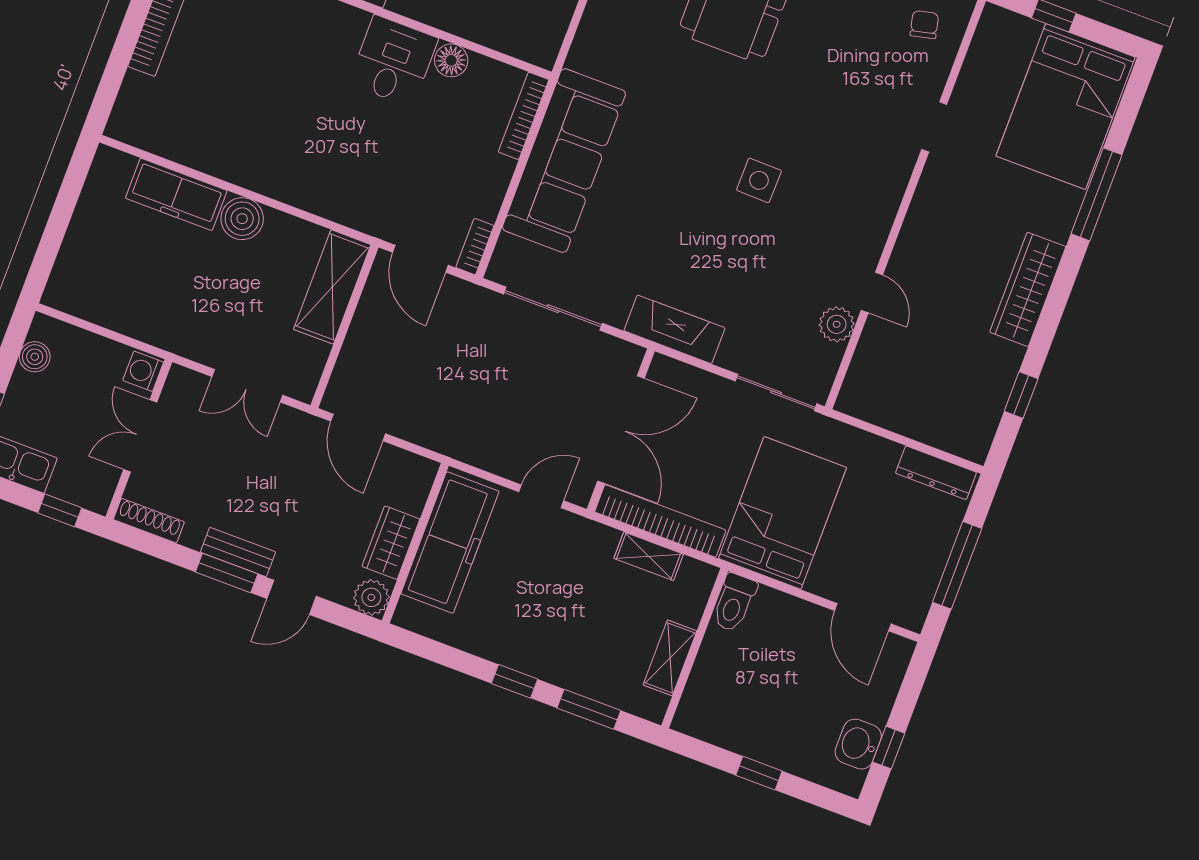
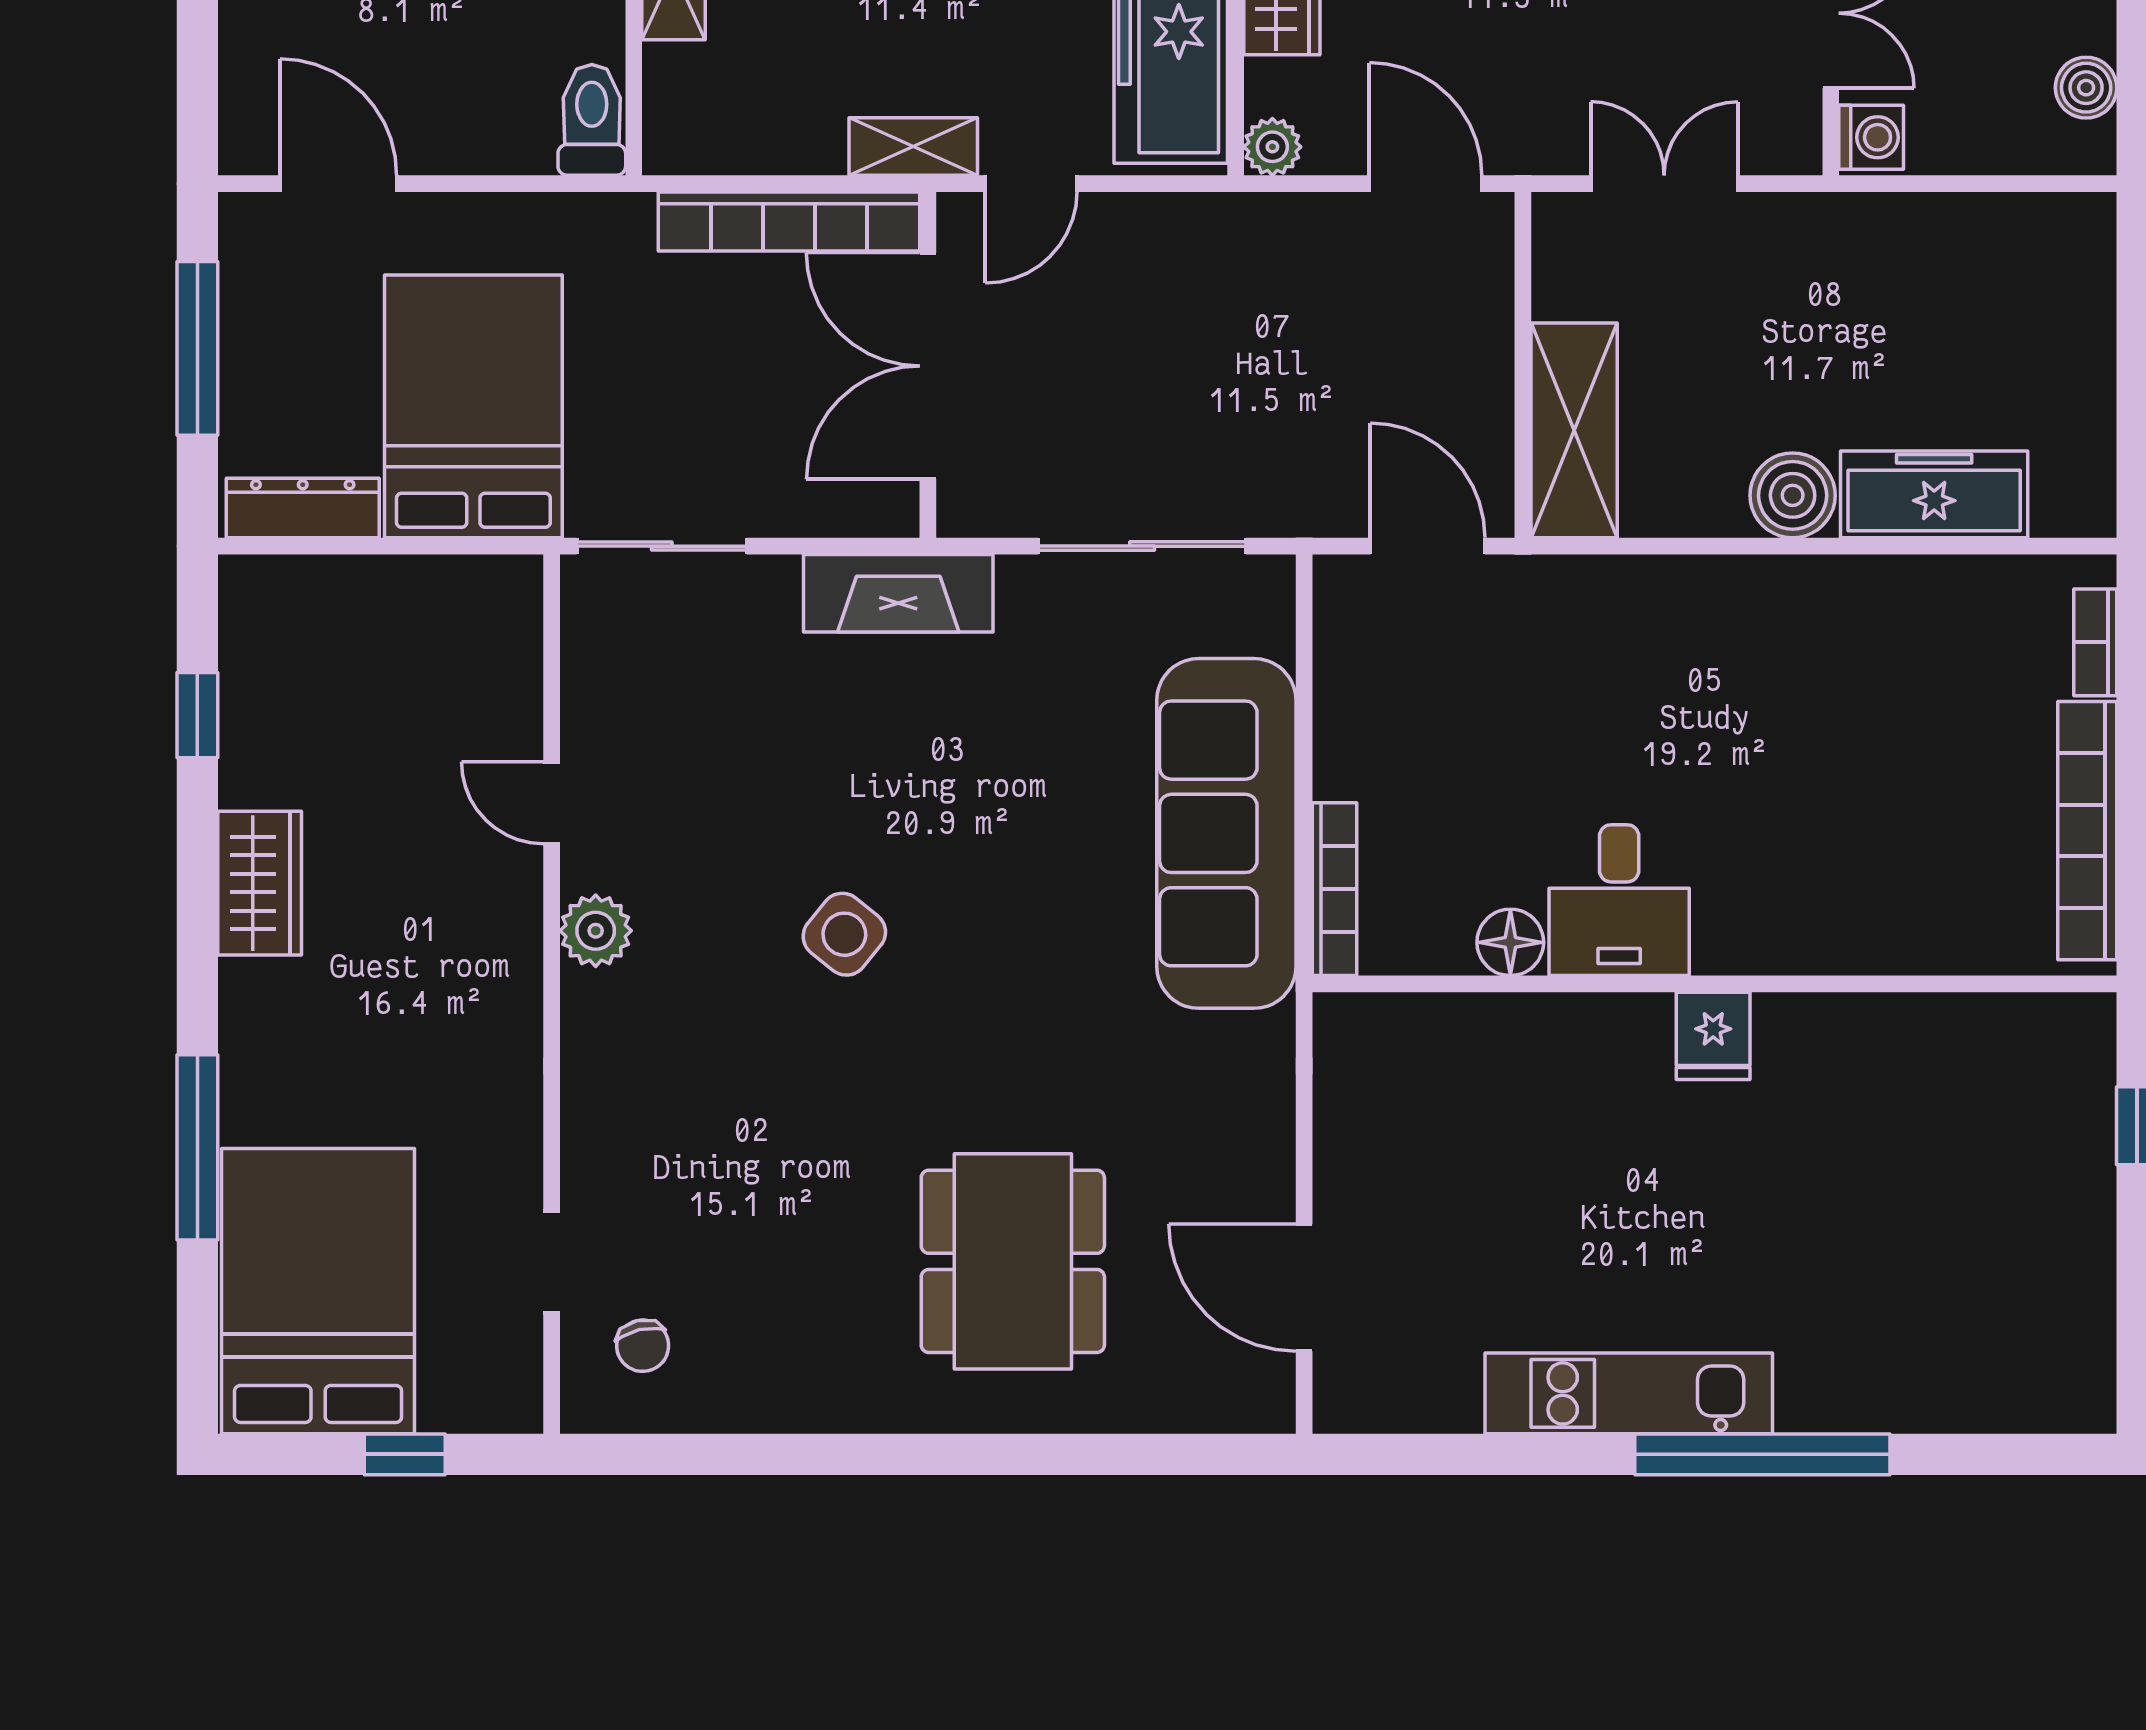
doorway: (934, 127) -> (552, 1262), moved
side table: (759, 180) -> (844, 934), turned 38
bookcase: (475, 247) -> (2095, 642), moved, turned 180
wardrobe: (1028, 289) -> (260, 883), width x0.67
plant: (837, 324) -> (596, 931), moved
plant: (423, 471) -> (1272, 147), added
bed: (782, 513) -> (473, 406), moved, turned 180
shelving: (649, 556) -> (913, 147), moved

